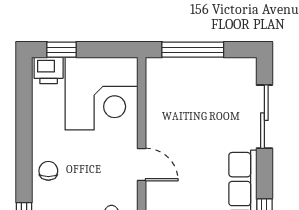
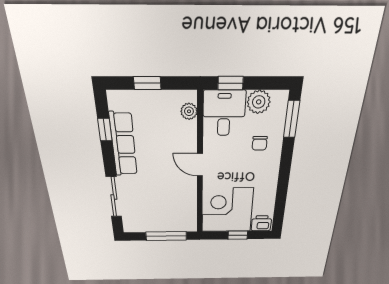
window: (62, 50) -> (238, 235), moved
chair: (48, 171) -> (260, 143), moved

